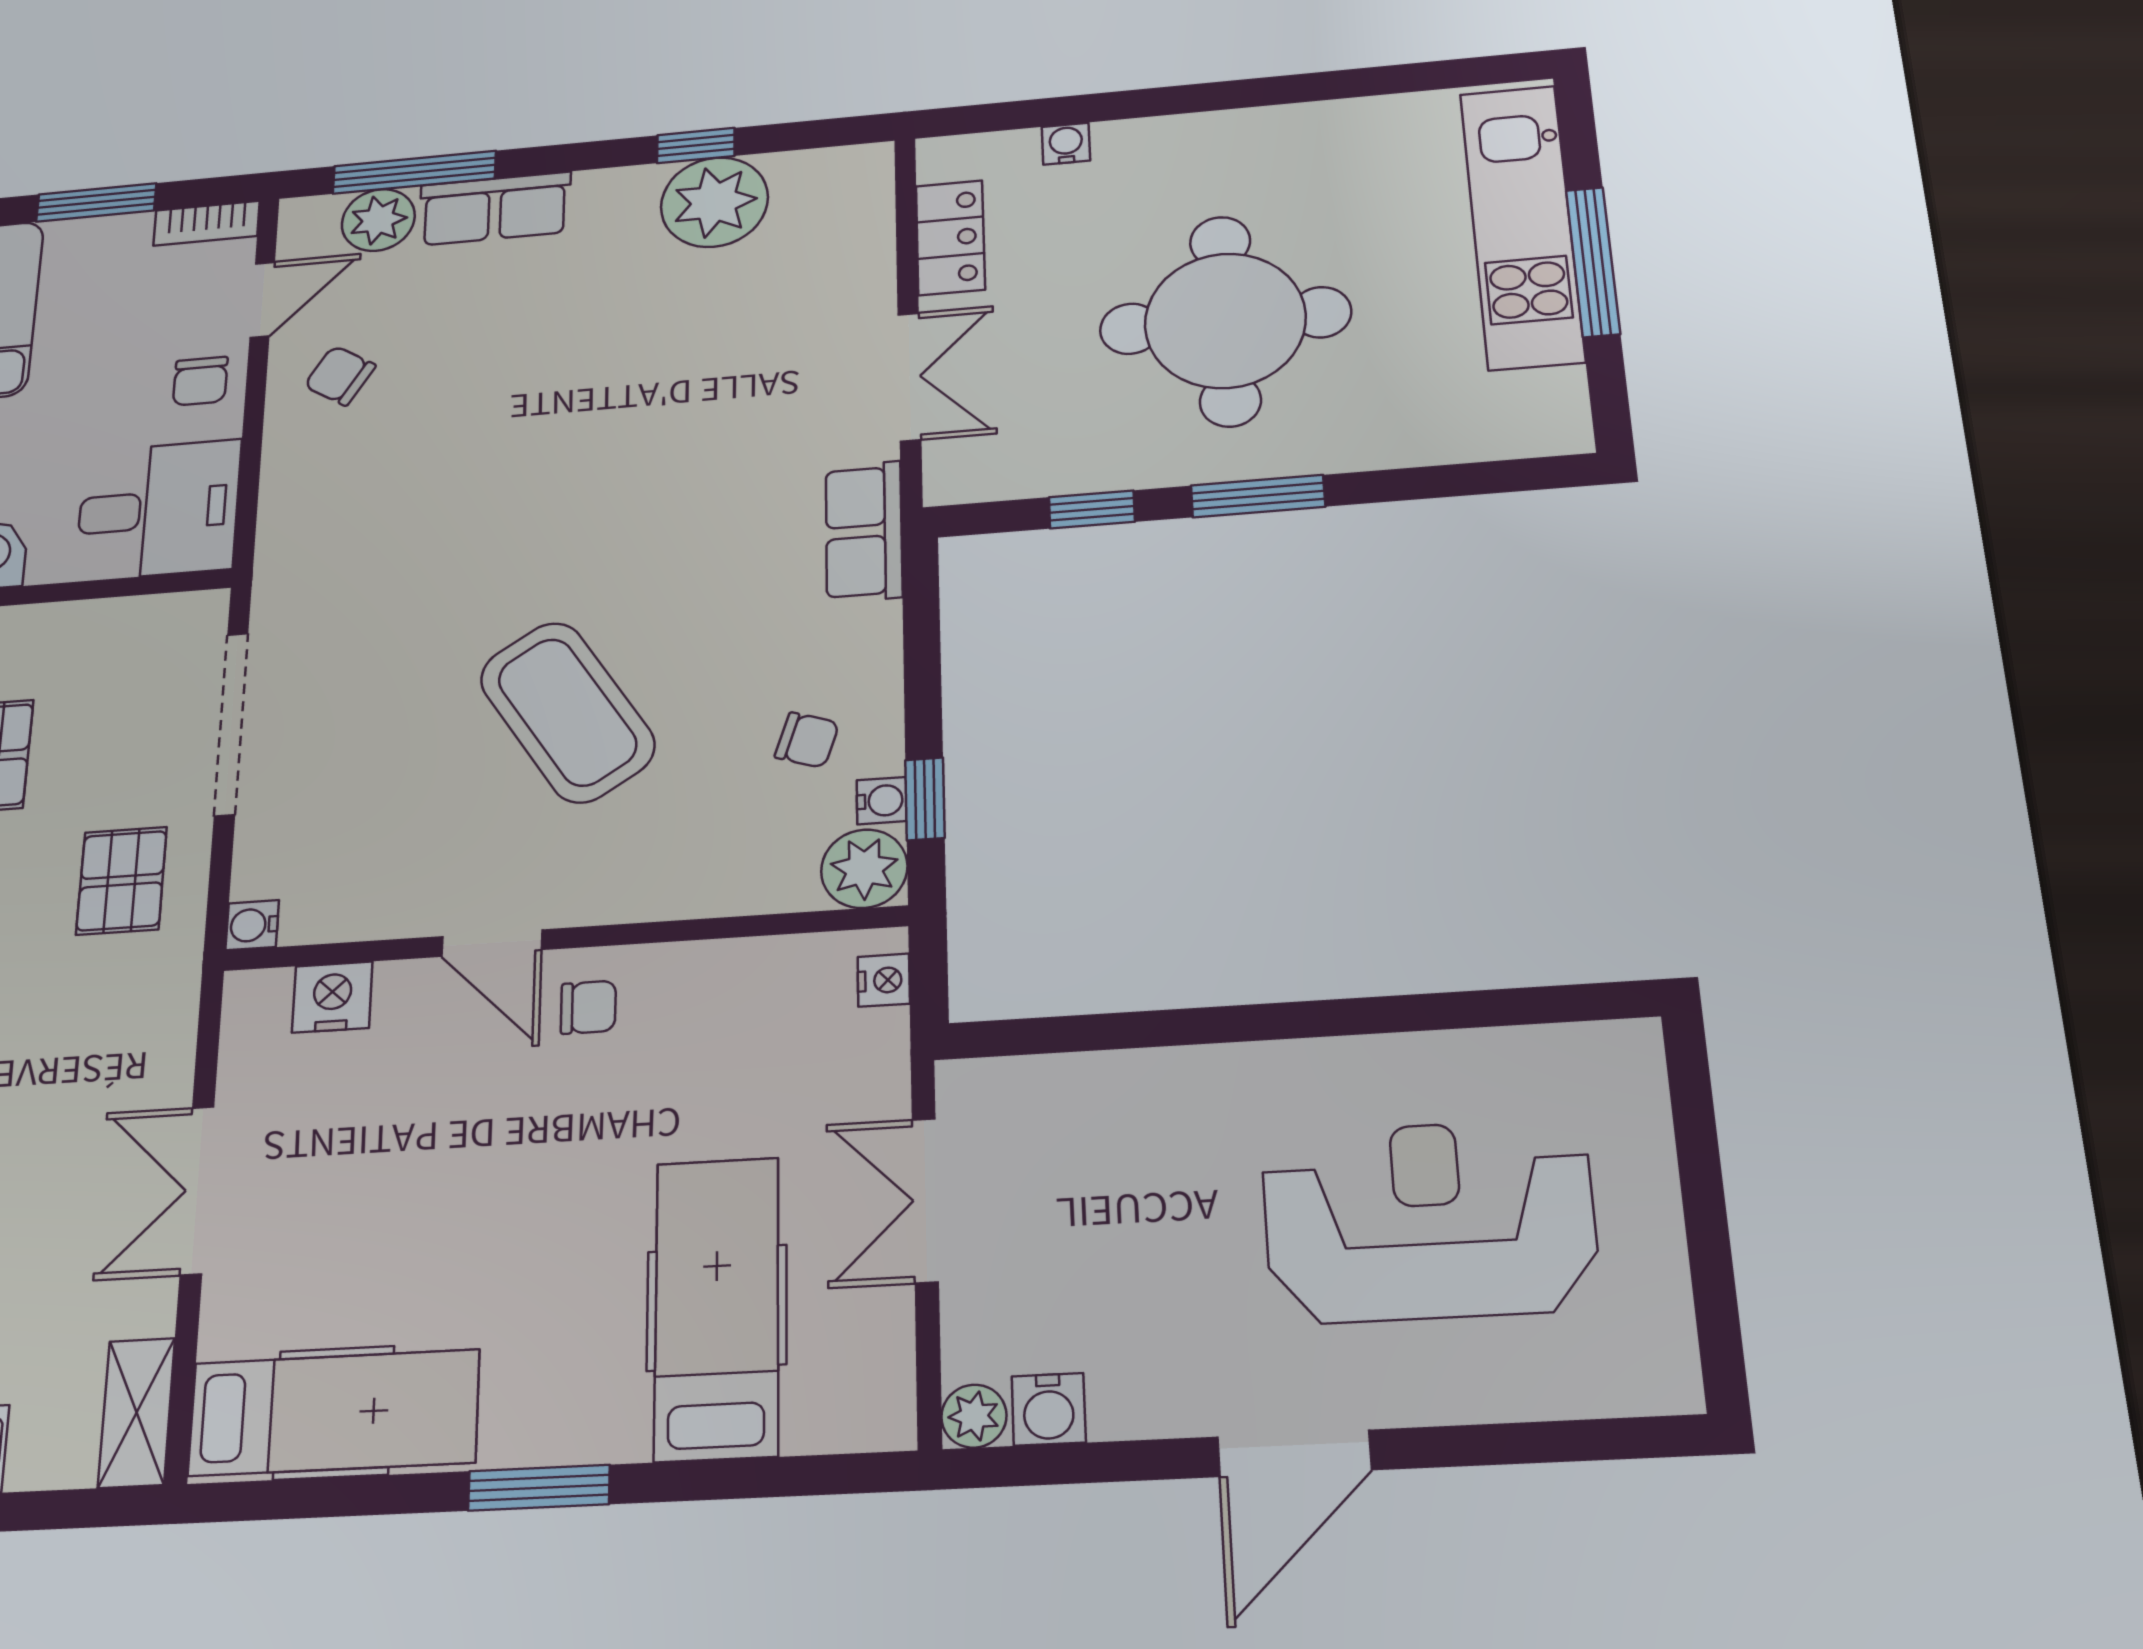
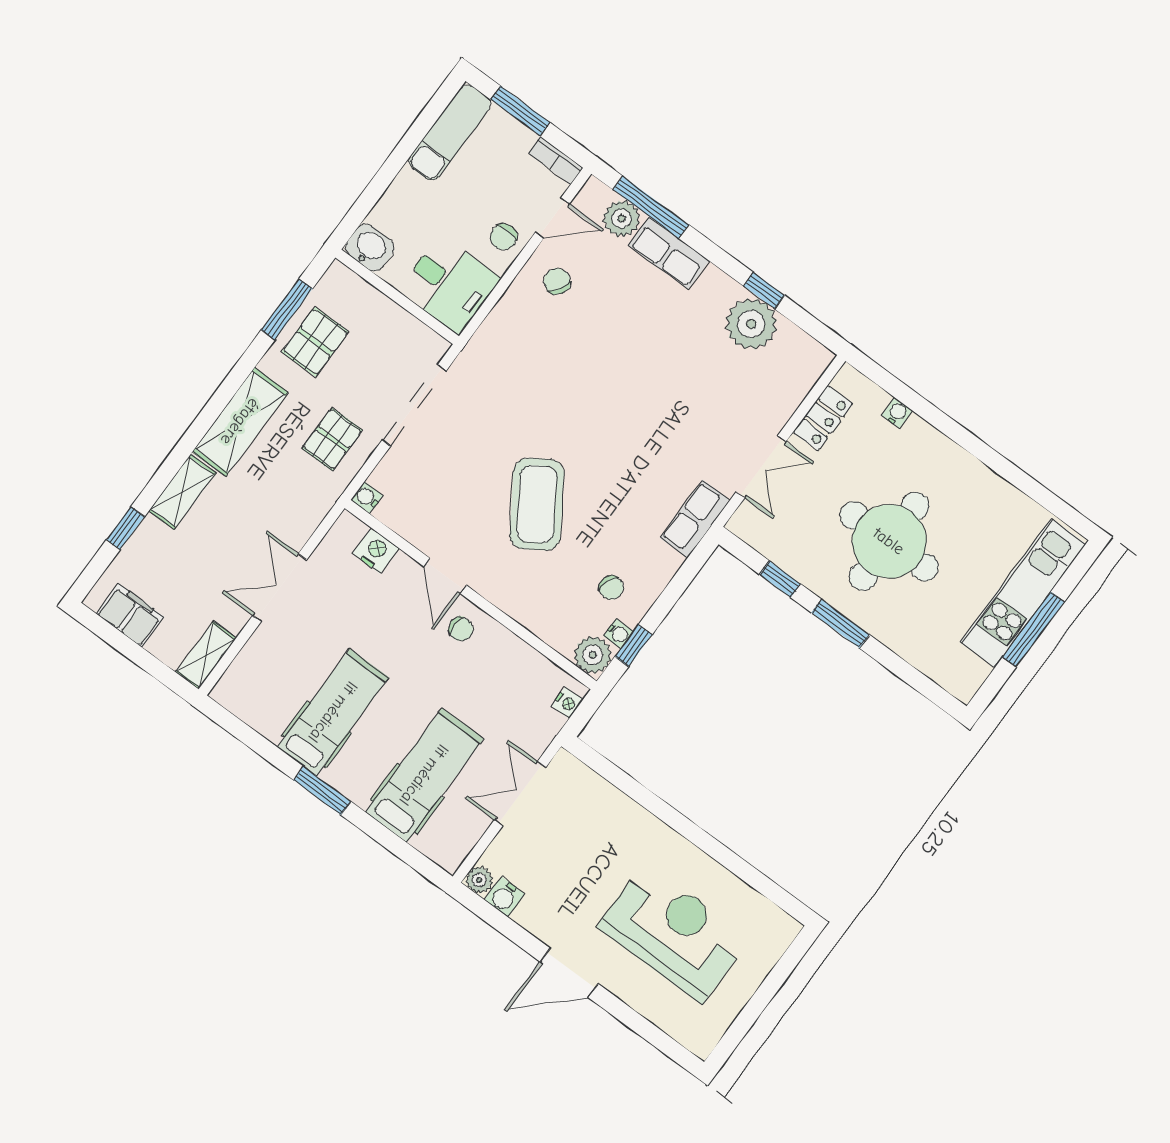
hospital bed: (334, 1413) -> (333, 712), moved, turned -90

